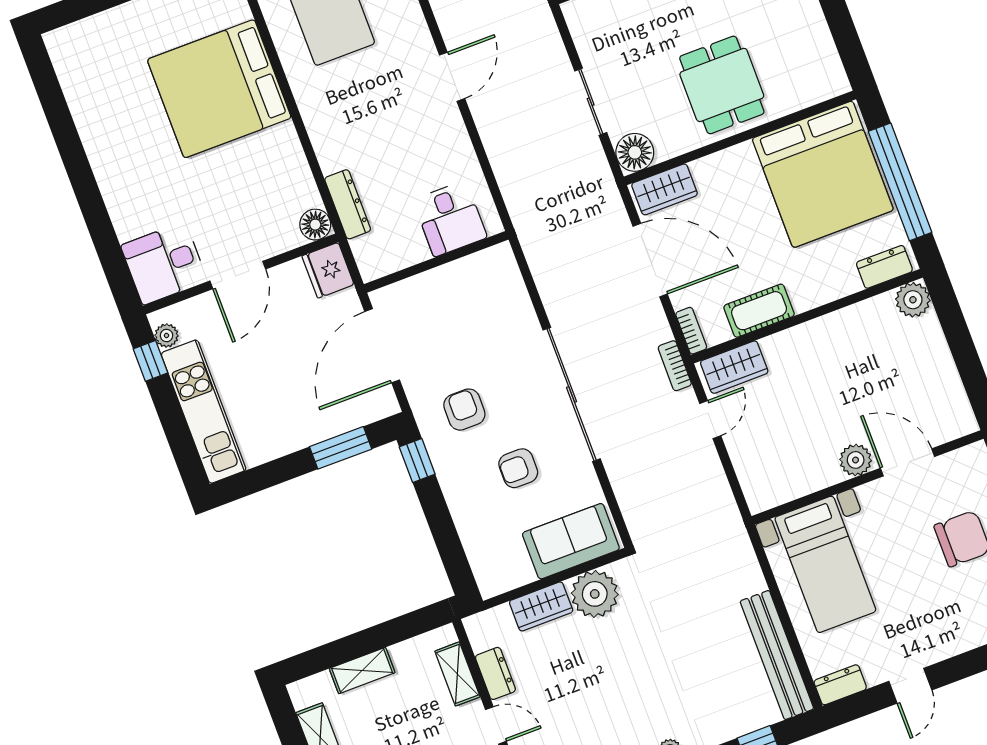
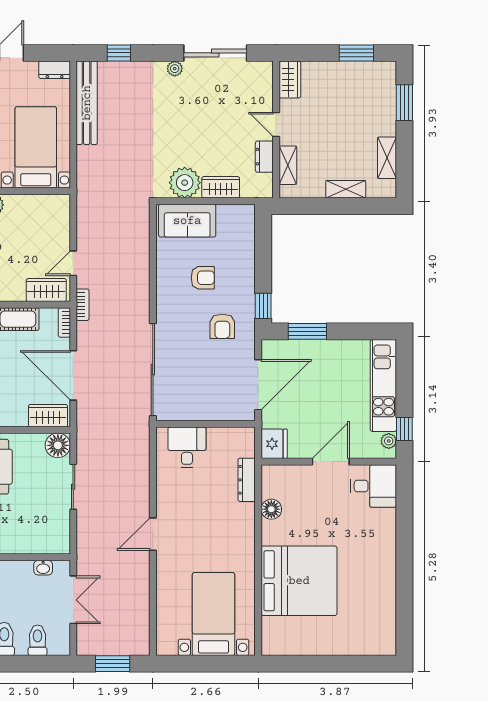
floor lamp: (315, 225) -> (271, 509), moved
sliding door: (572, 394) -> (153, 370), moved

